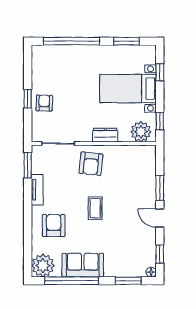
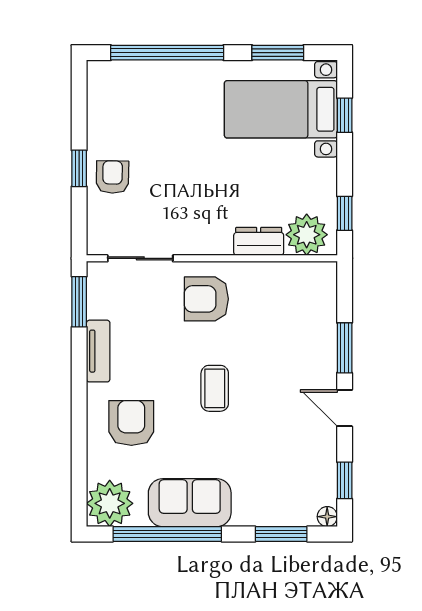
bed with nightstands: (128, 89) -> (281, 109), moved
dresser: (105, 135) -> (259, 241), moved
armchair: (91, 164) -> (206, 299), turned 84

